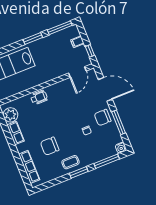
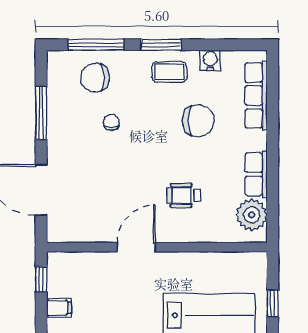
door: (77, 72) -> (136, 247), moved
wheelchair: (39, 97) -> (184, 196), moved
chair: (103, 117) -> (95, 78), moved, turned 180
water cooler: (121, 148) -> (210, 60), moved

